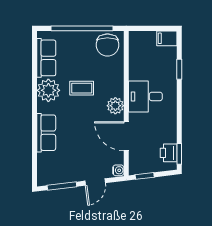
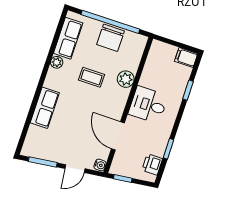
chair: (107, 45) -> (111, 38), moved
plant: (48, 90) -> (57, 62), width x0.53, depth x0.53
plant: (115, 106) -> (126, 79), moved
window: (179, 154) -> (168, 149), moved

